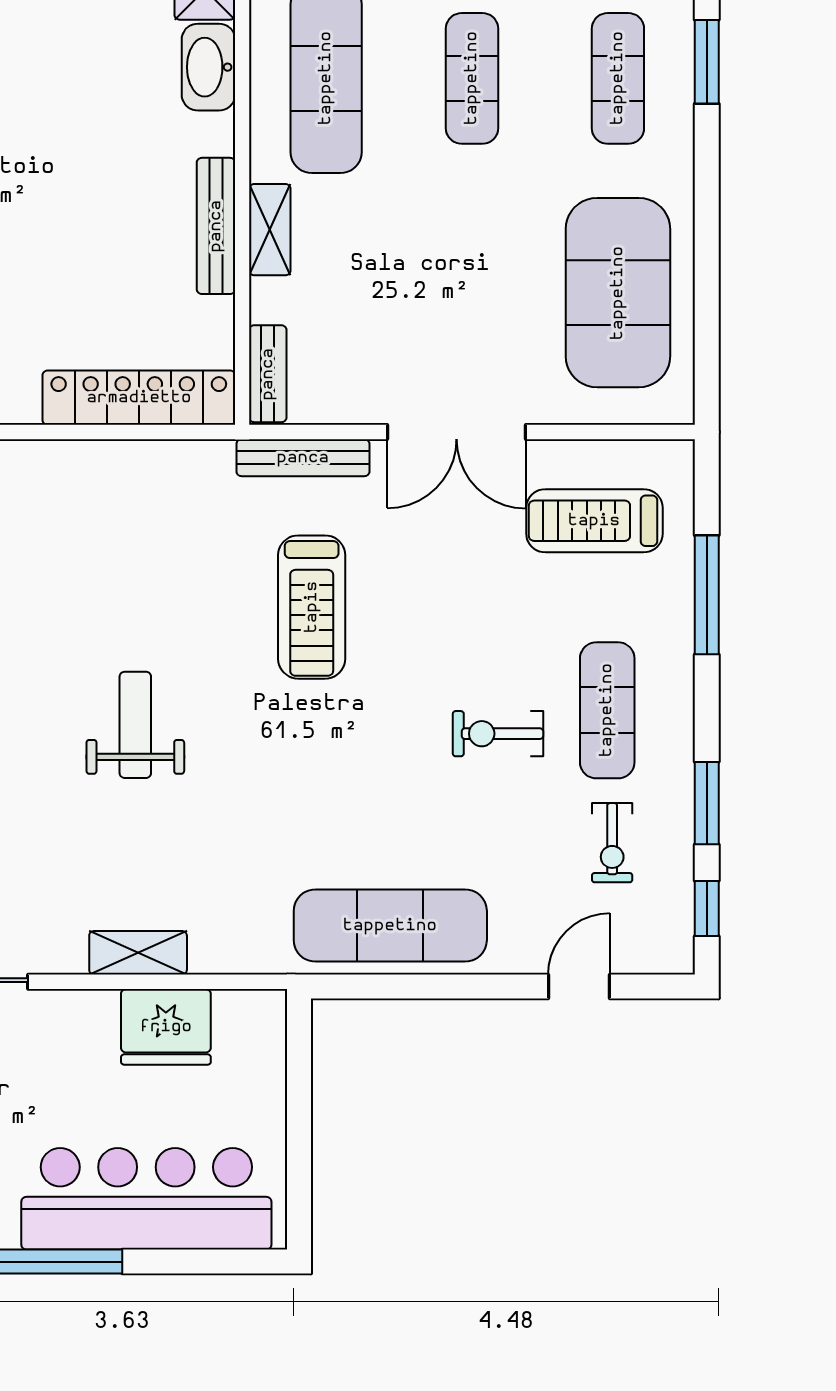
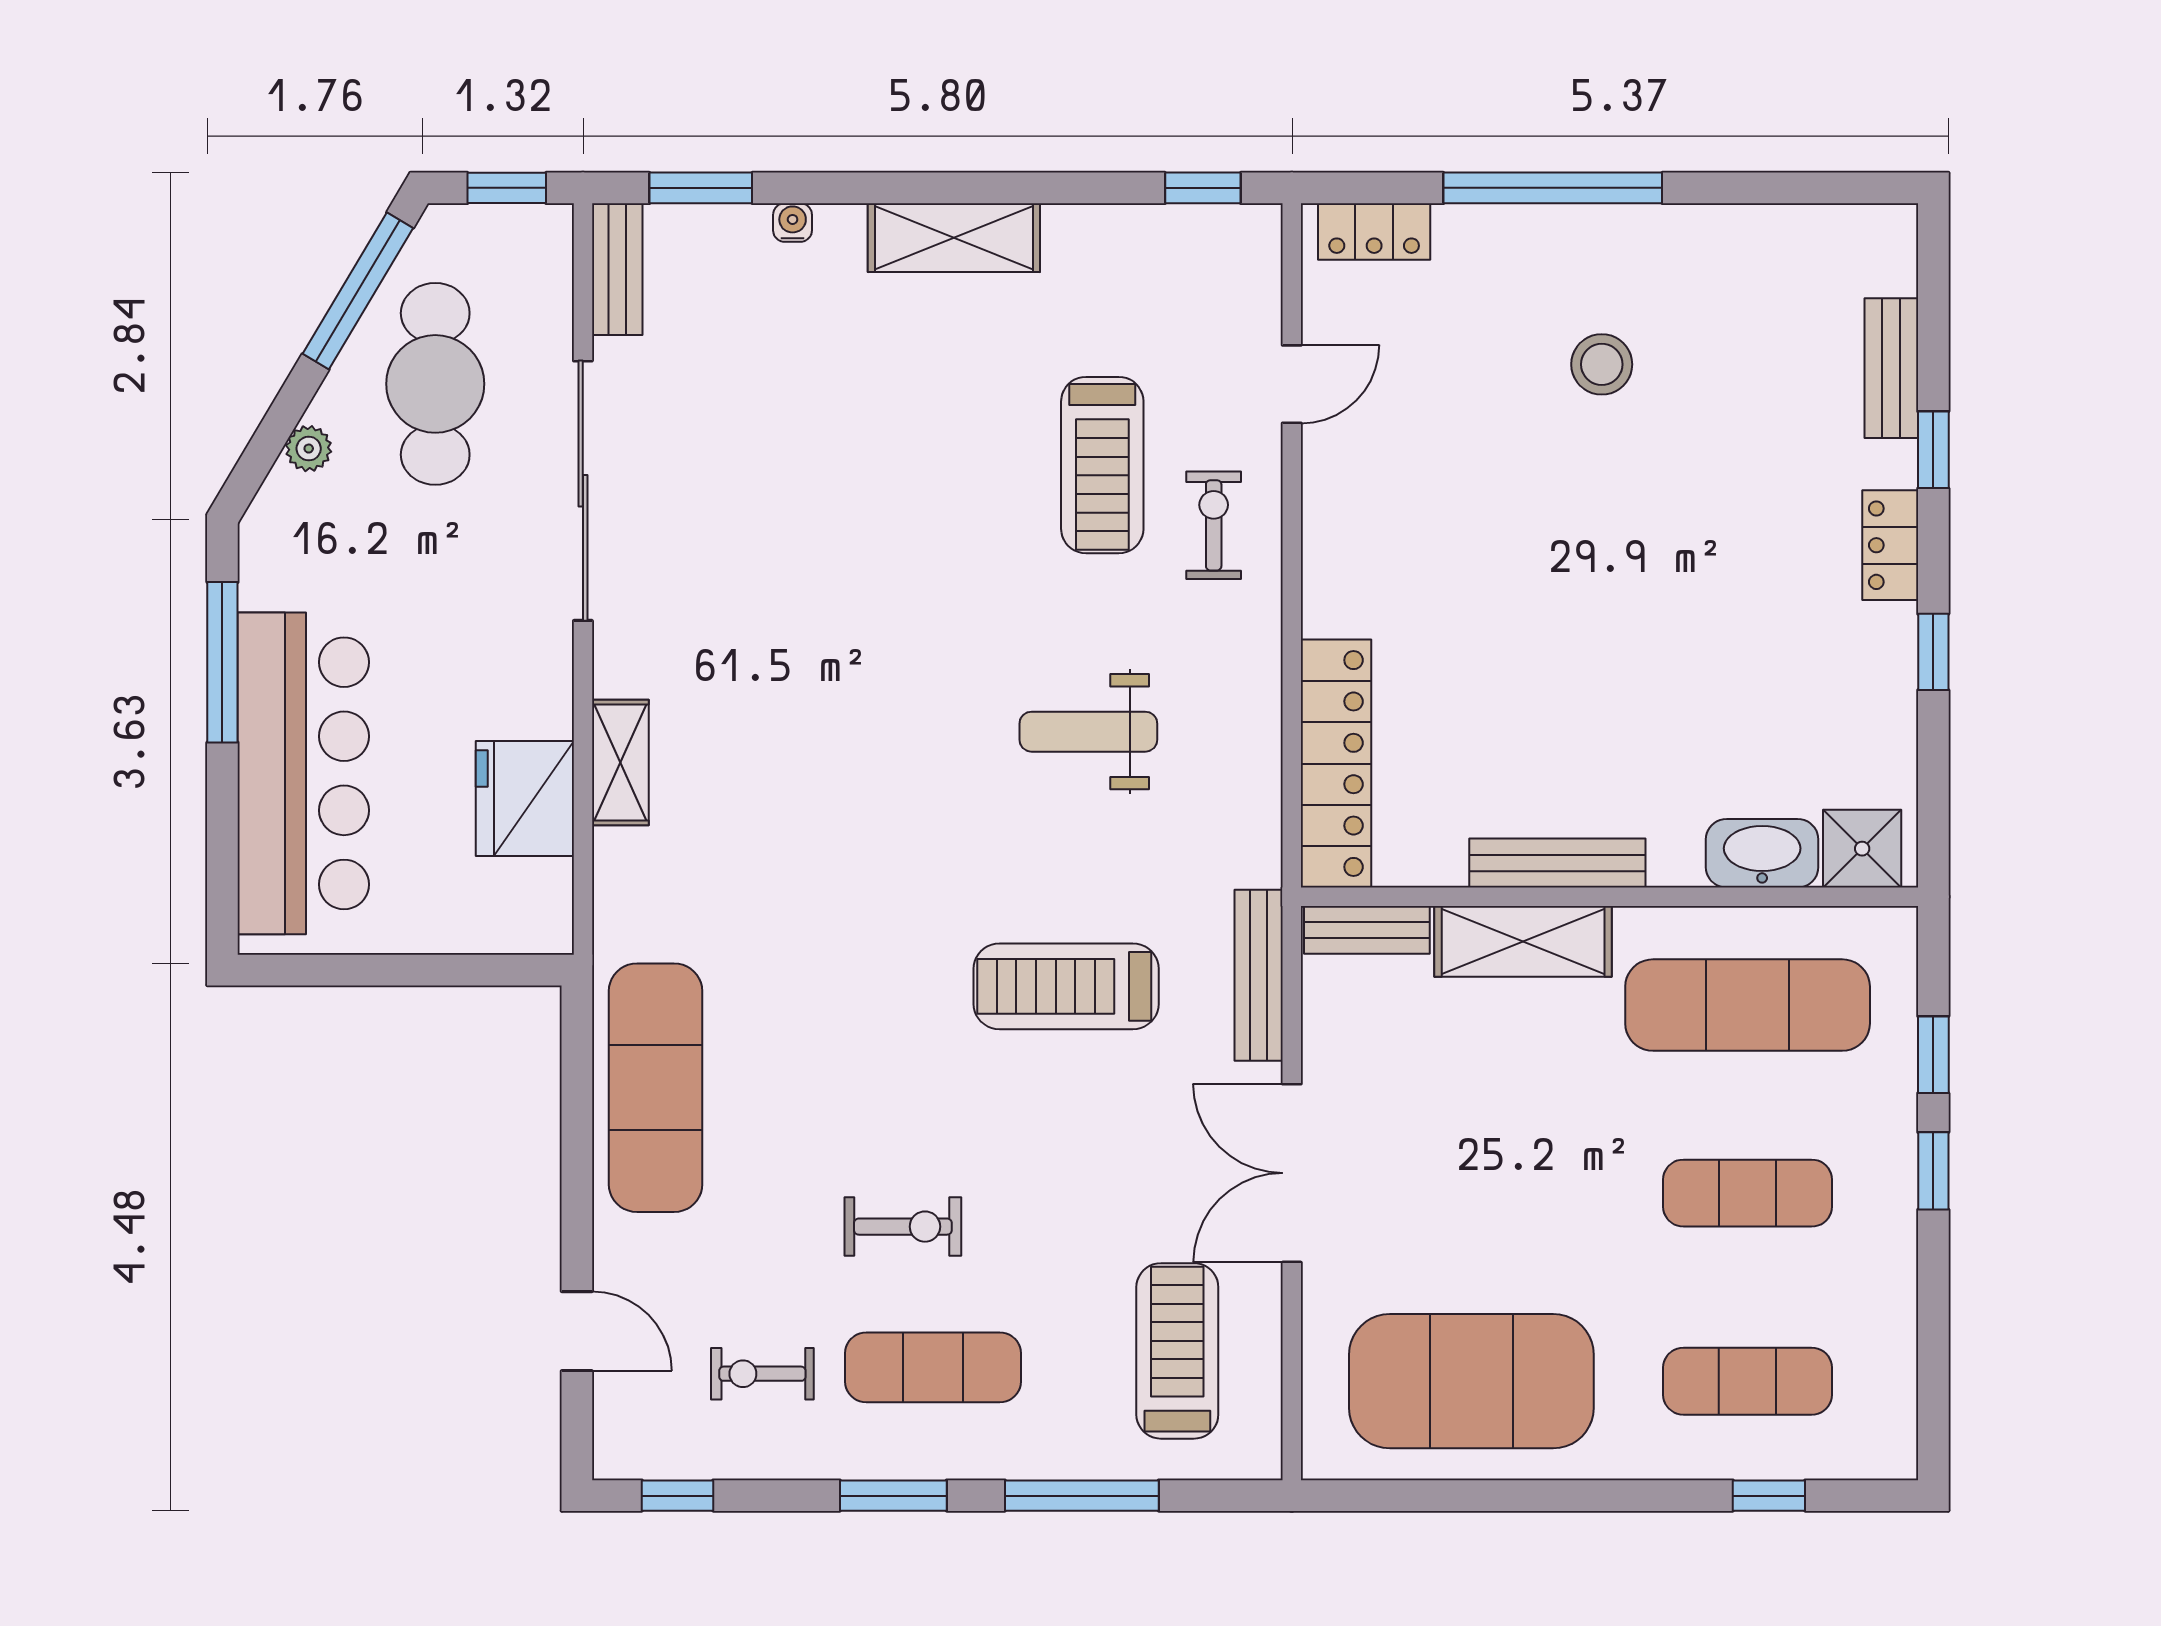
window: (707, 62) -> (1769, 1496), width x0.67
shelving: (270, 230) -> (1523, 941), width x1.50, depth x1.33
weight bench: (135, 725) -> (1088, 732), moved, turned 180
exercise bike: (498, 734) -> (903, 1227), turned 90
window: (707, 803) -> (893, 1496), moved

